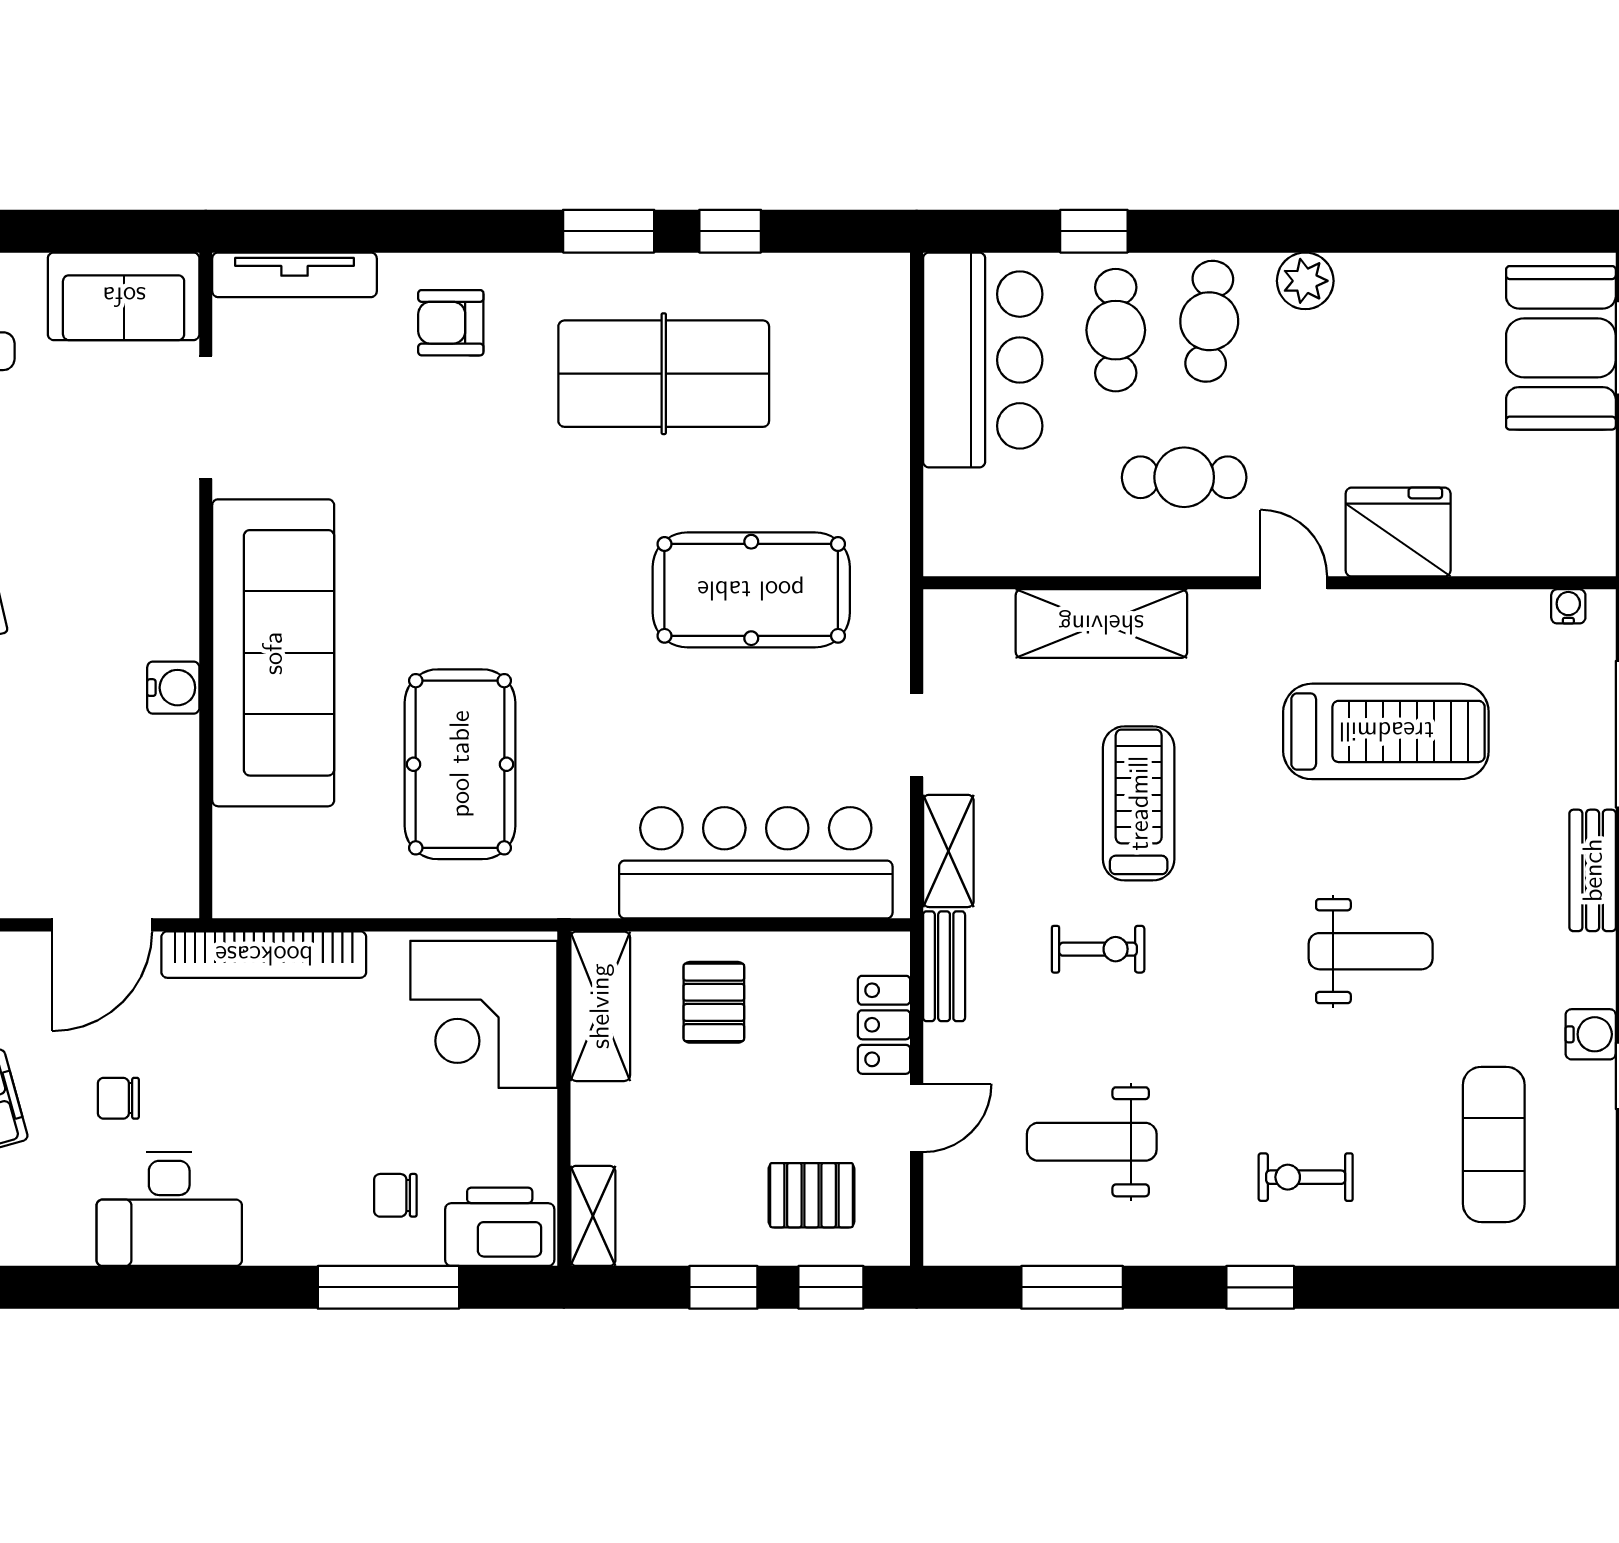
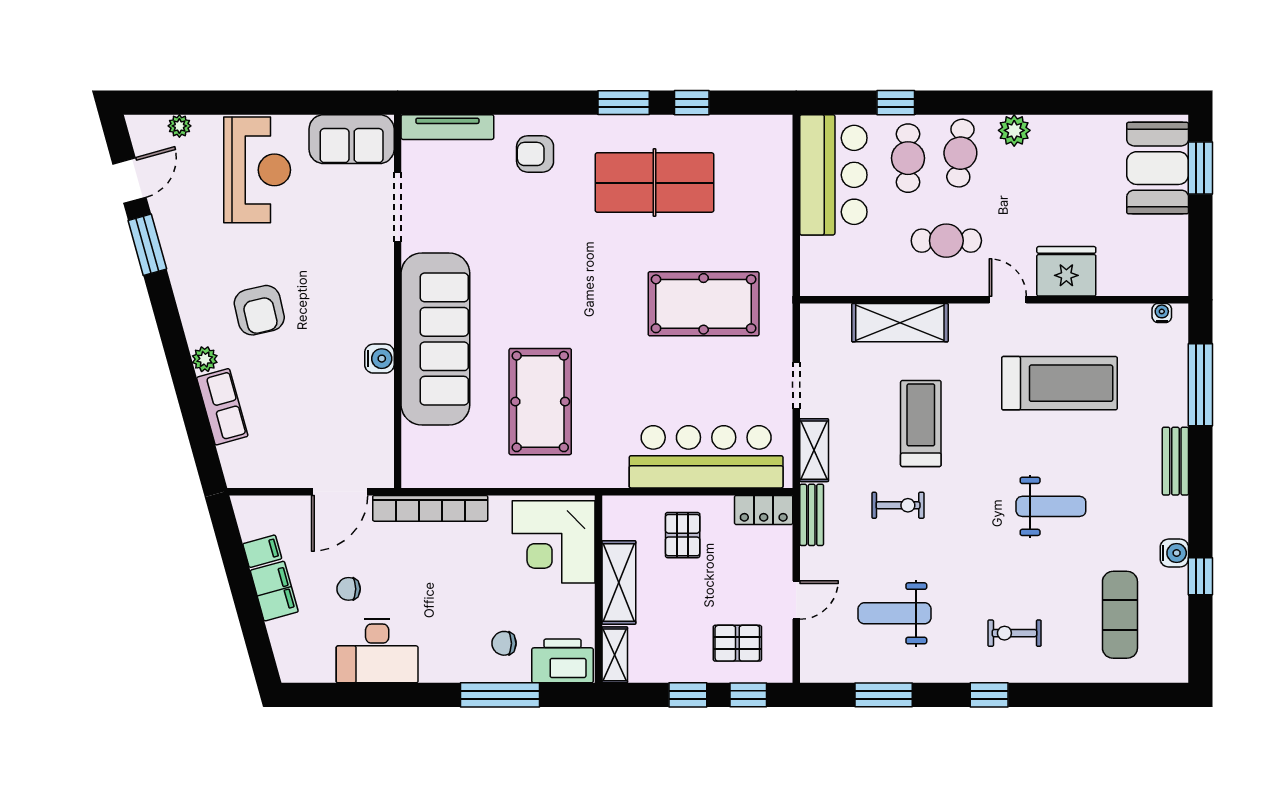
shelving: (600, 1006) -> (619, 582), moved
locker: (884, 1025) -> (764, 510), moved, turned -90

